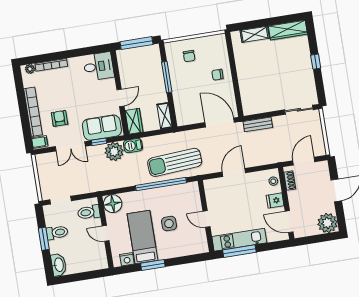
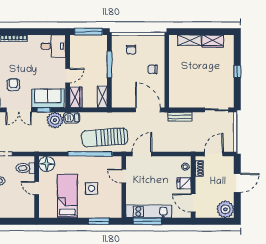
wardrobe: (288, 30) -> (213, 41), width x0.67
door: (234, 172) -> (142, 154), moved
door: (206, 219) -> (124, 176), moved
nightstand: (127, 259) -> (51, 213), removed
window: (153, 265) -> (99, 221), moved

